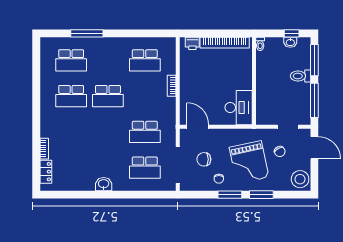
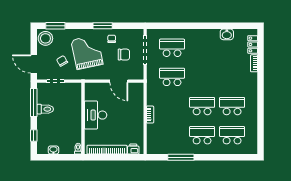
window: (87, 33) -> (181, 157), moved
window: (292, 33) -> (52, 157), removed
school desk: (145, 60) -> (202, 135), moved
window: (314, 60) -> (34, 135), width x0.46
toilet: (301, 76) -> (45, 109), moved
desk: (239, 108) -> (96, 115), moved
door: (198, 127) -> (119, 81), moved
washbasin: (104, 184) -> (227, 34), moved
window: (261, 195) -> (55, 26), moved

